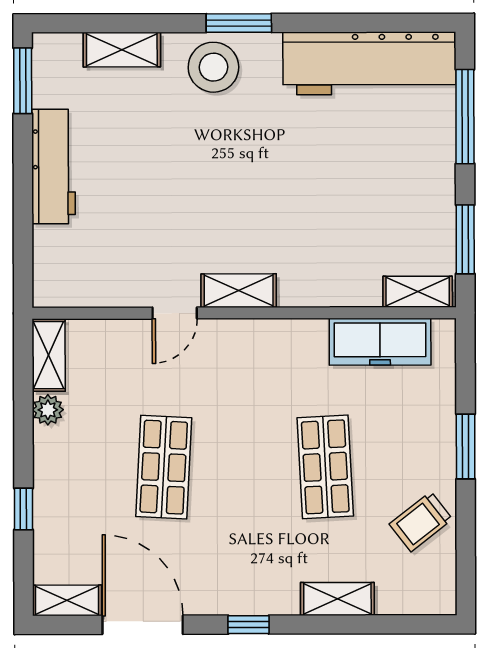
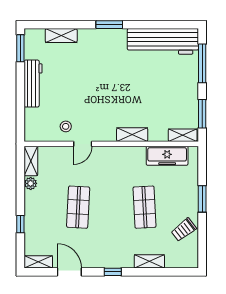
stool: (213, 67) -> (66, 126), moved, width x0.53, depth x0.53
shelving: (239, 291) -> (132, 135), moved
door: (143, 625) -> (69, 272), width x0.73

